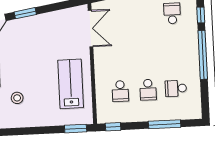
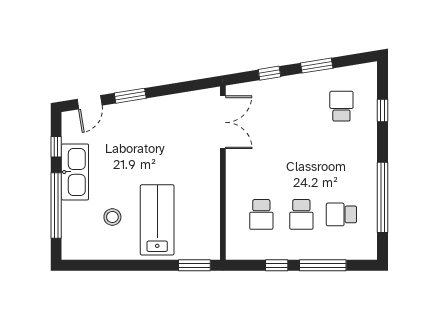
window: (203, 55) -> (383, 197), moved
lab bench: (71, 84) -> (157, 220), moved
window: (113, 127) -> (277, 265), moved

